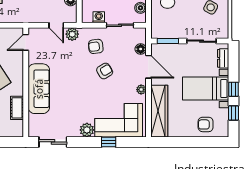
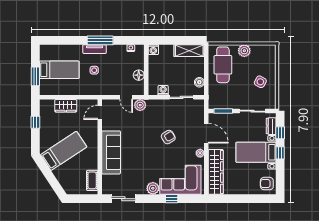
armchair: (96, 46) -> (161, 116), removed
floor lamp: (141, 49) -> (199, 118), removed
cot: (17, 108) -> (92, 180), moved
window: (234, 113) -> (280, 133), moved
armchair: (206, 124) -> (267, 184), moved

